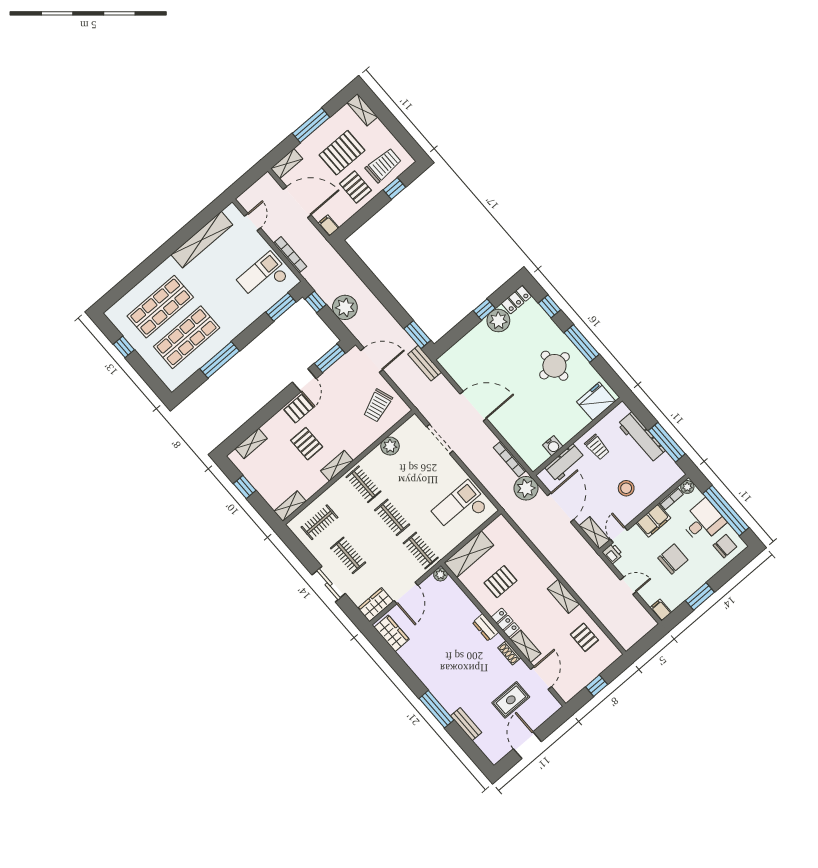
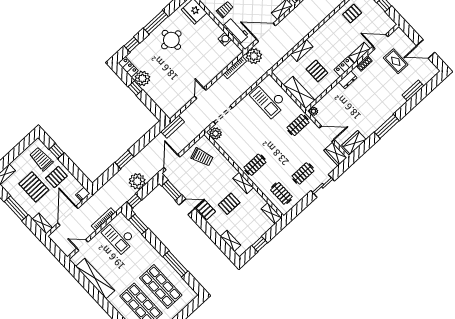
window: (417, 335) -> (124, 160), moved
door: (473, 406) -> (200, 93), width x0.53
plant: (390, 446) -> (216, 134), moved
clothes rail: (392, 517) -> (276, 145), removed
shelving: (563, 596) -> (302, 50), moved
window: (436, 709) -> (387, 126), moved

